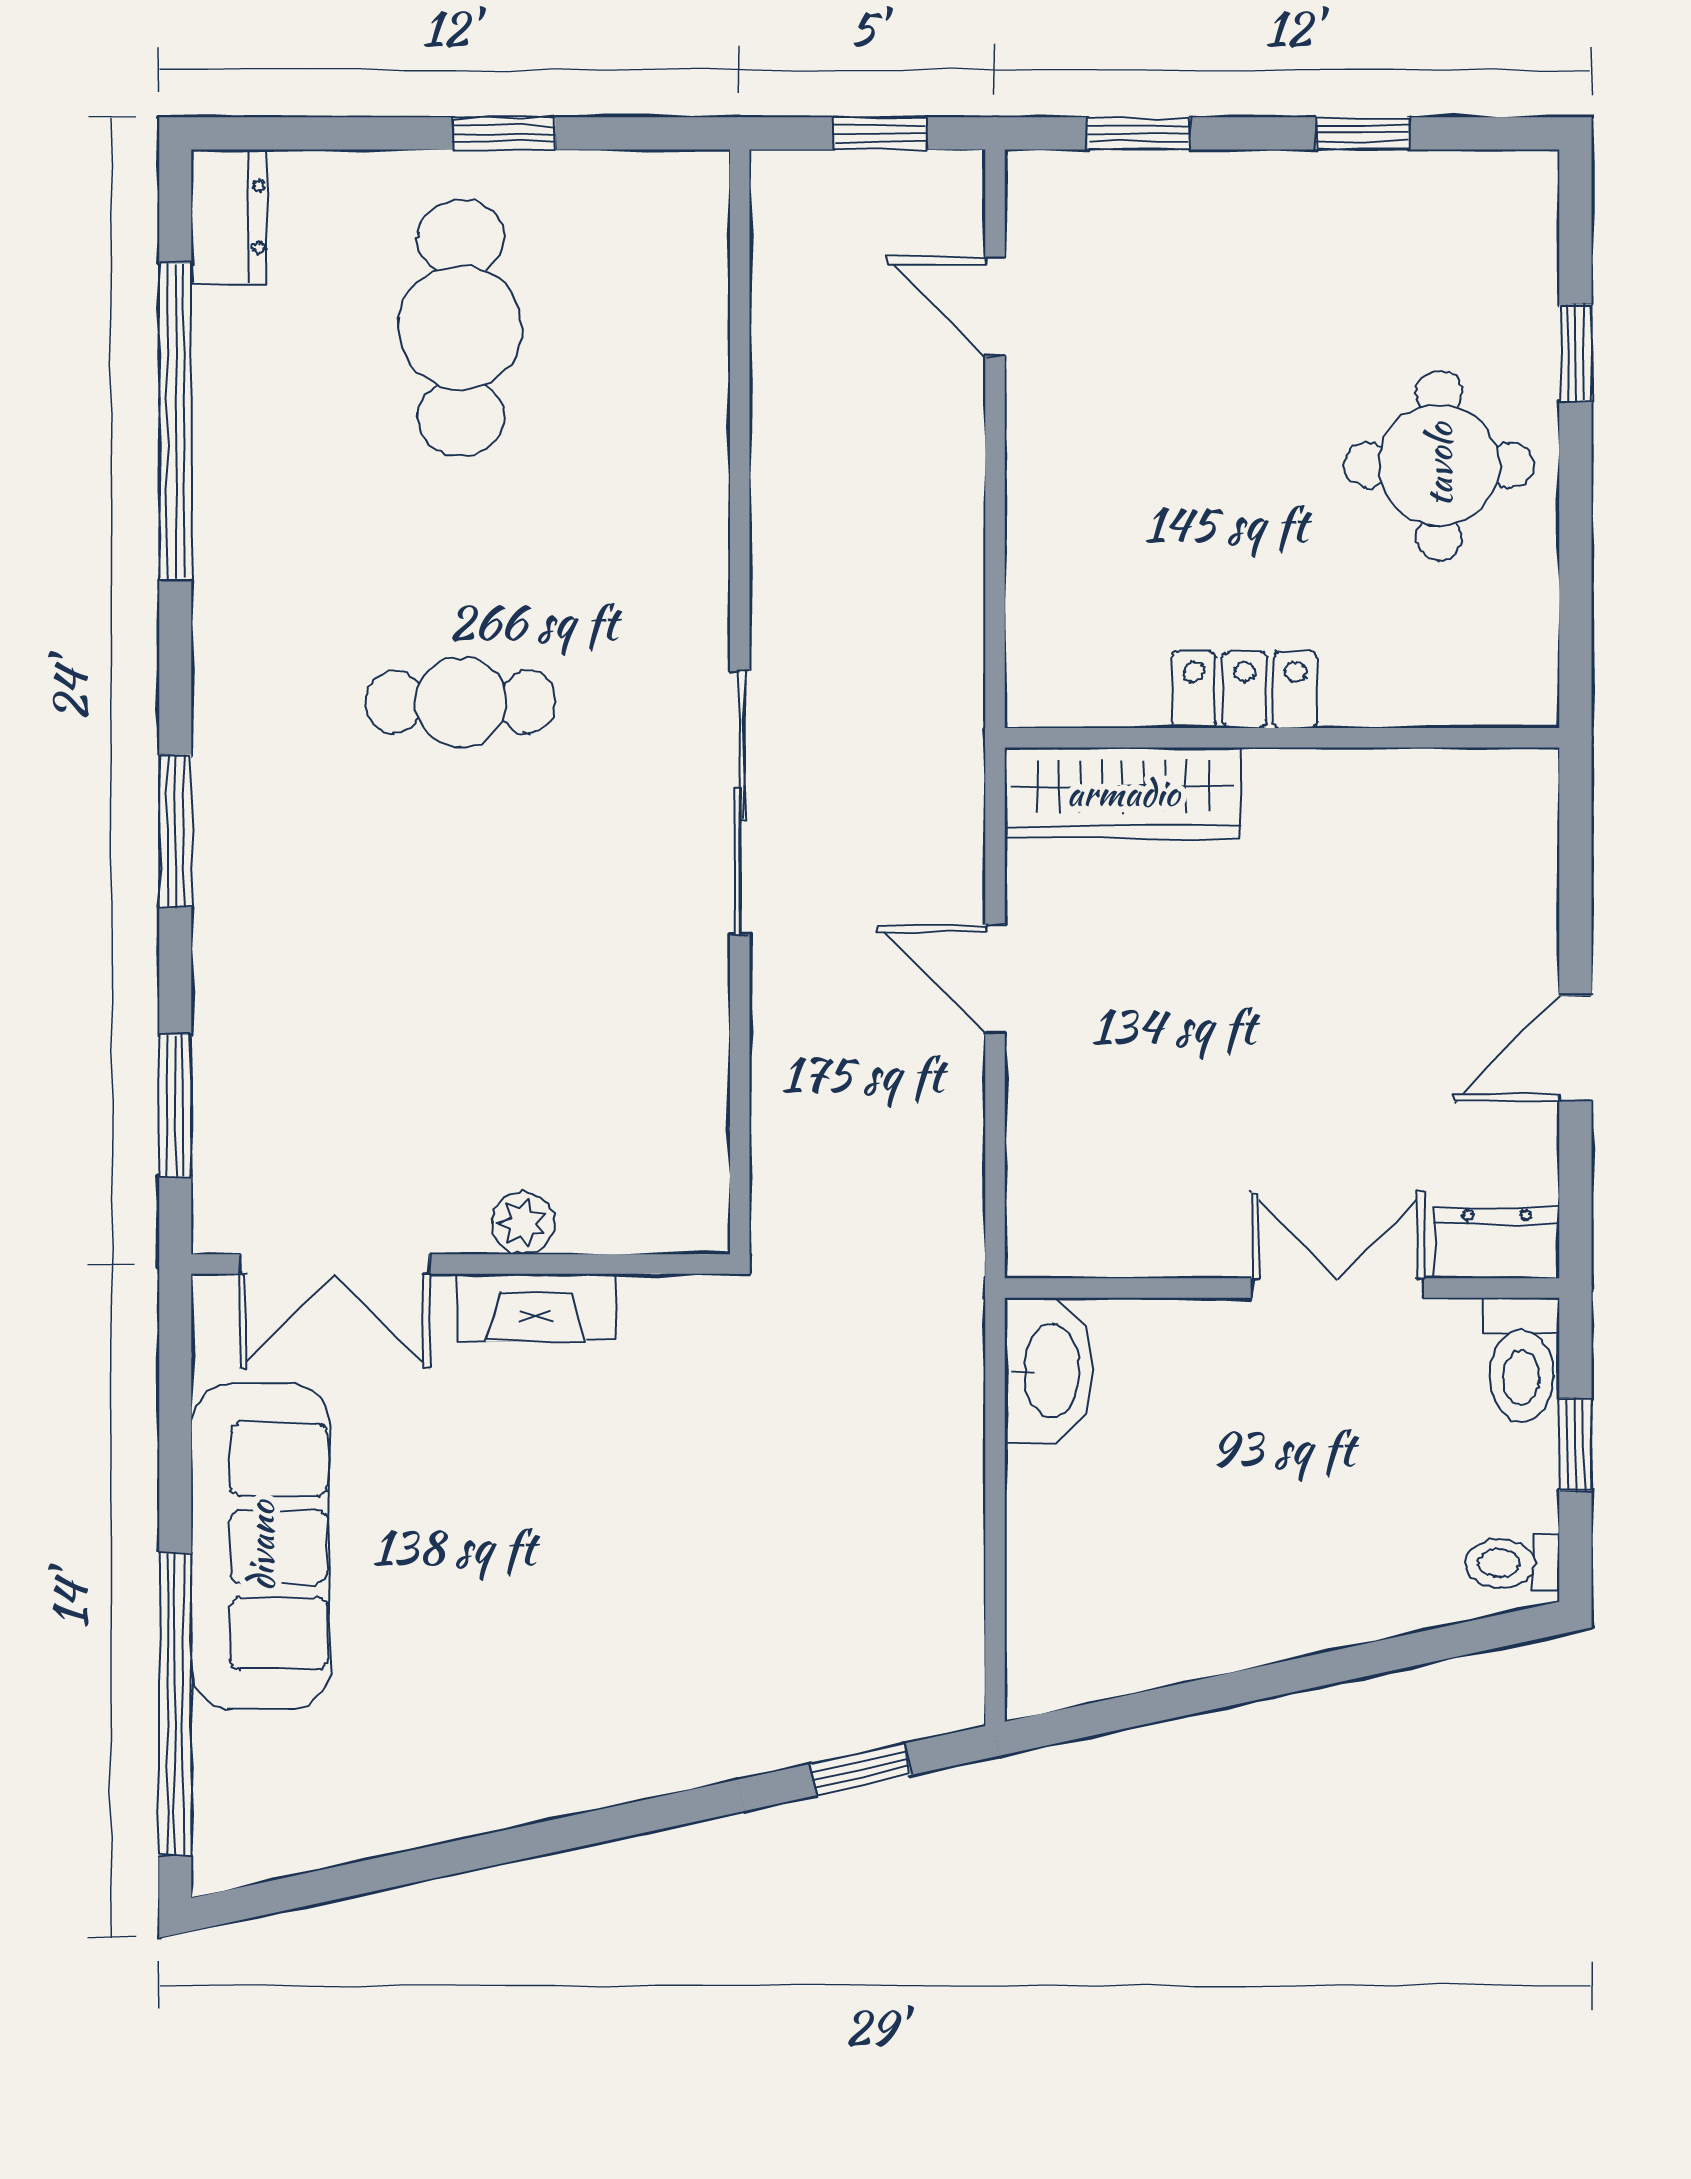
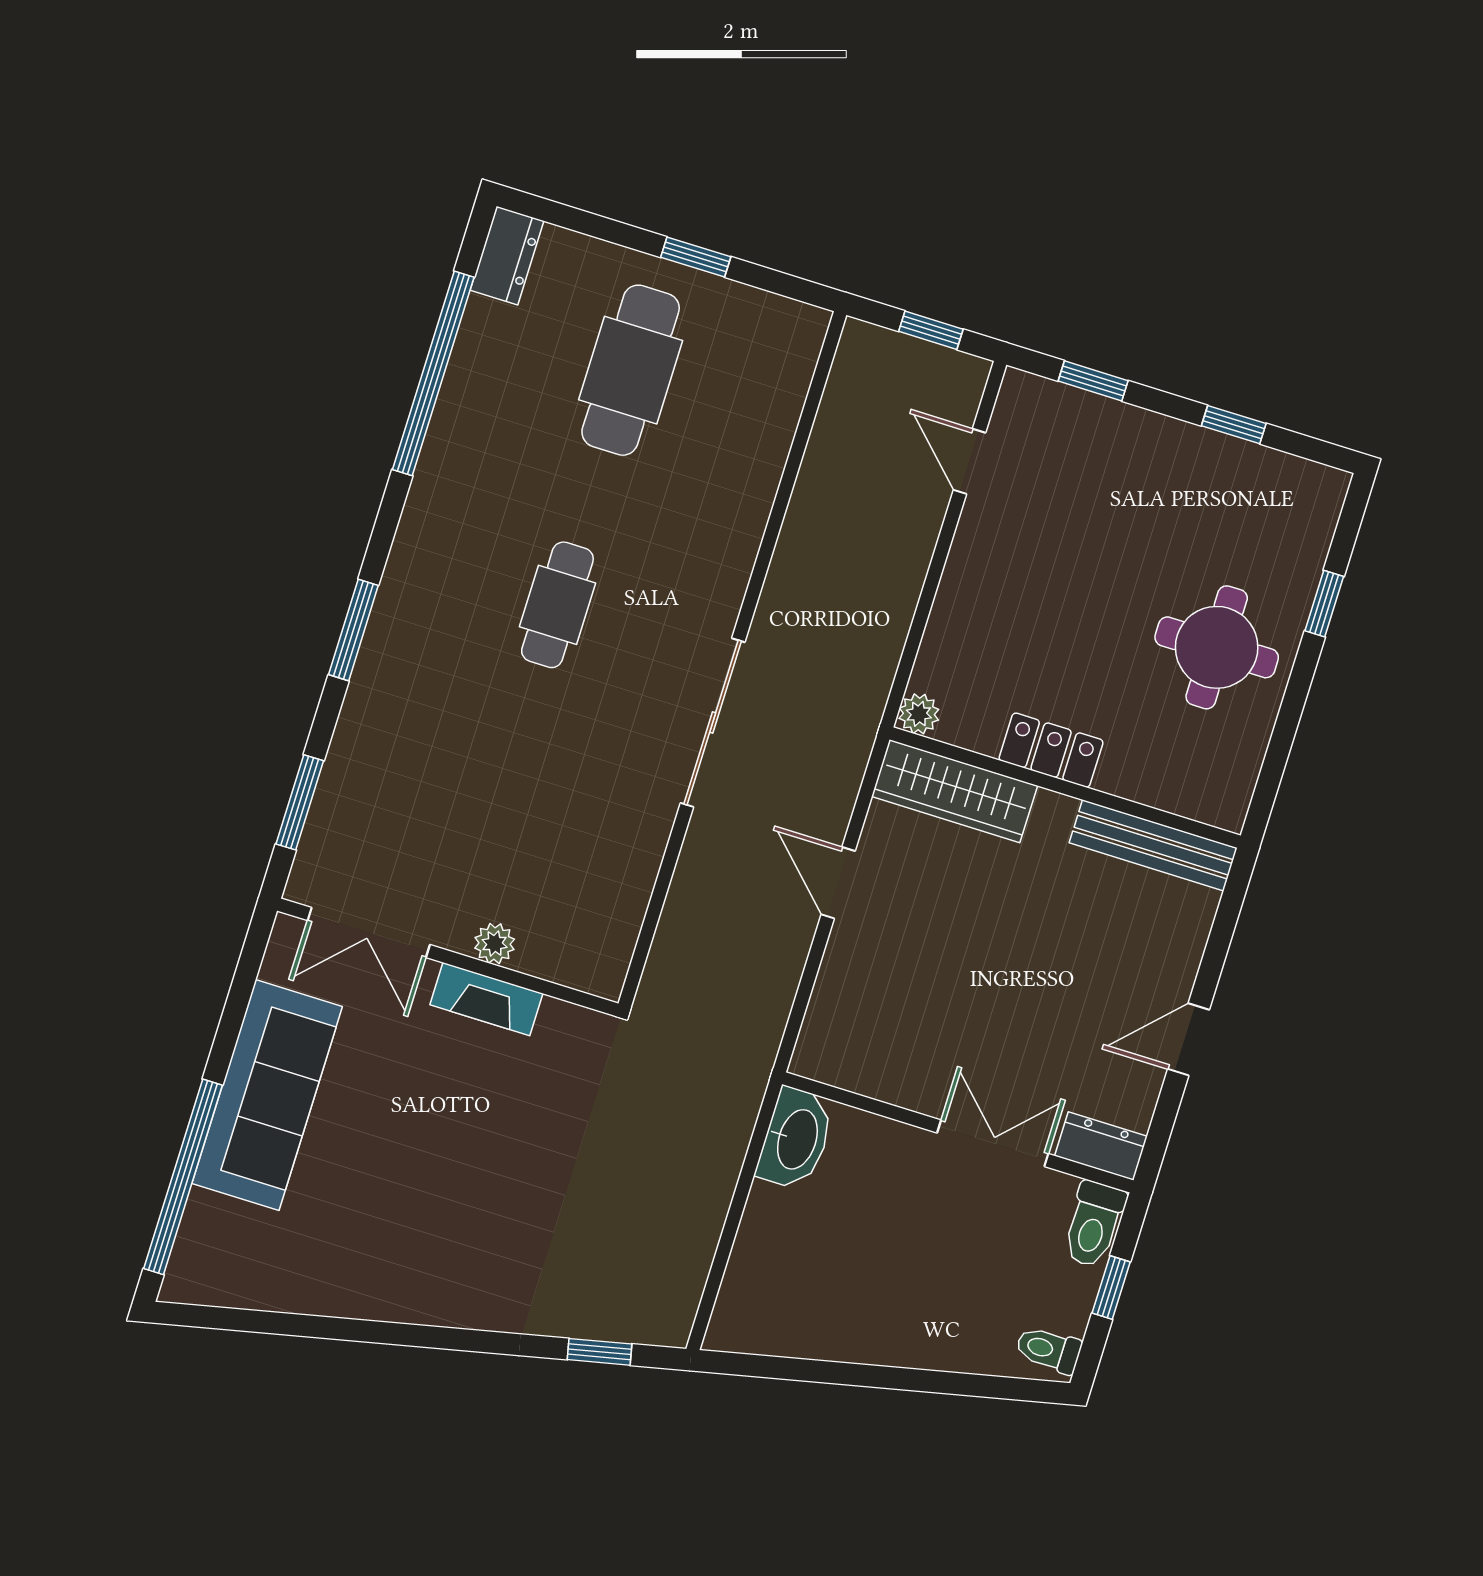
plant: (1036, 697) -> (919, 714), added
cafe table: (461, 702) -> (557, 605), turned 90
bench: (1436, 782) -> (1153, 845), added

